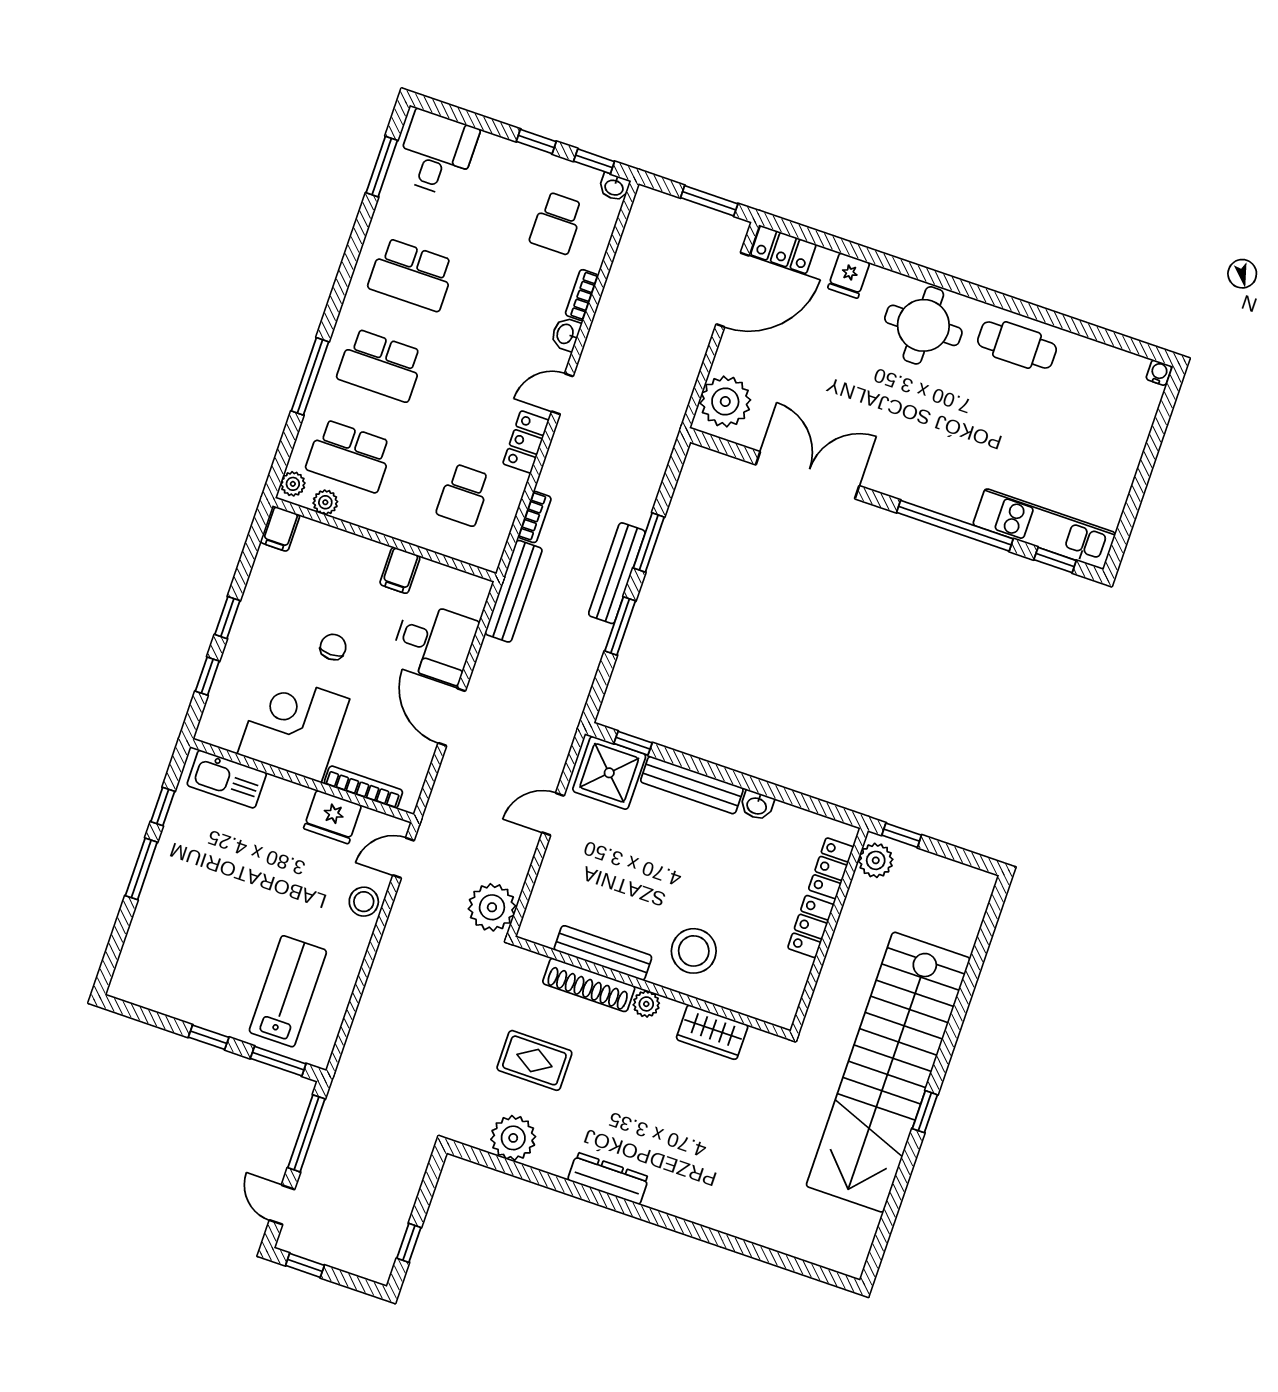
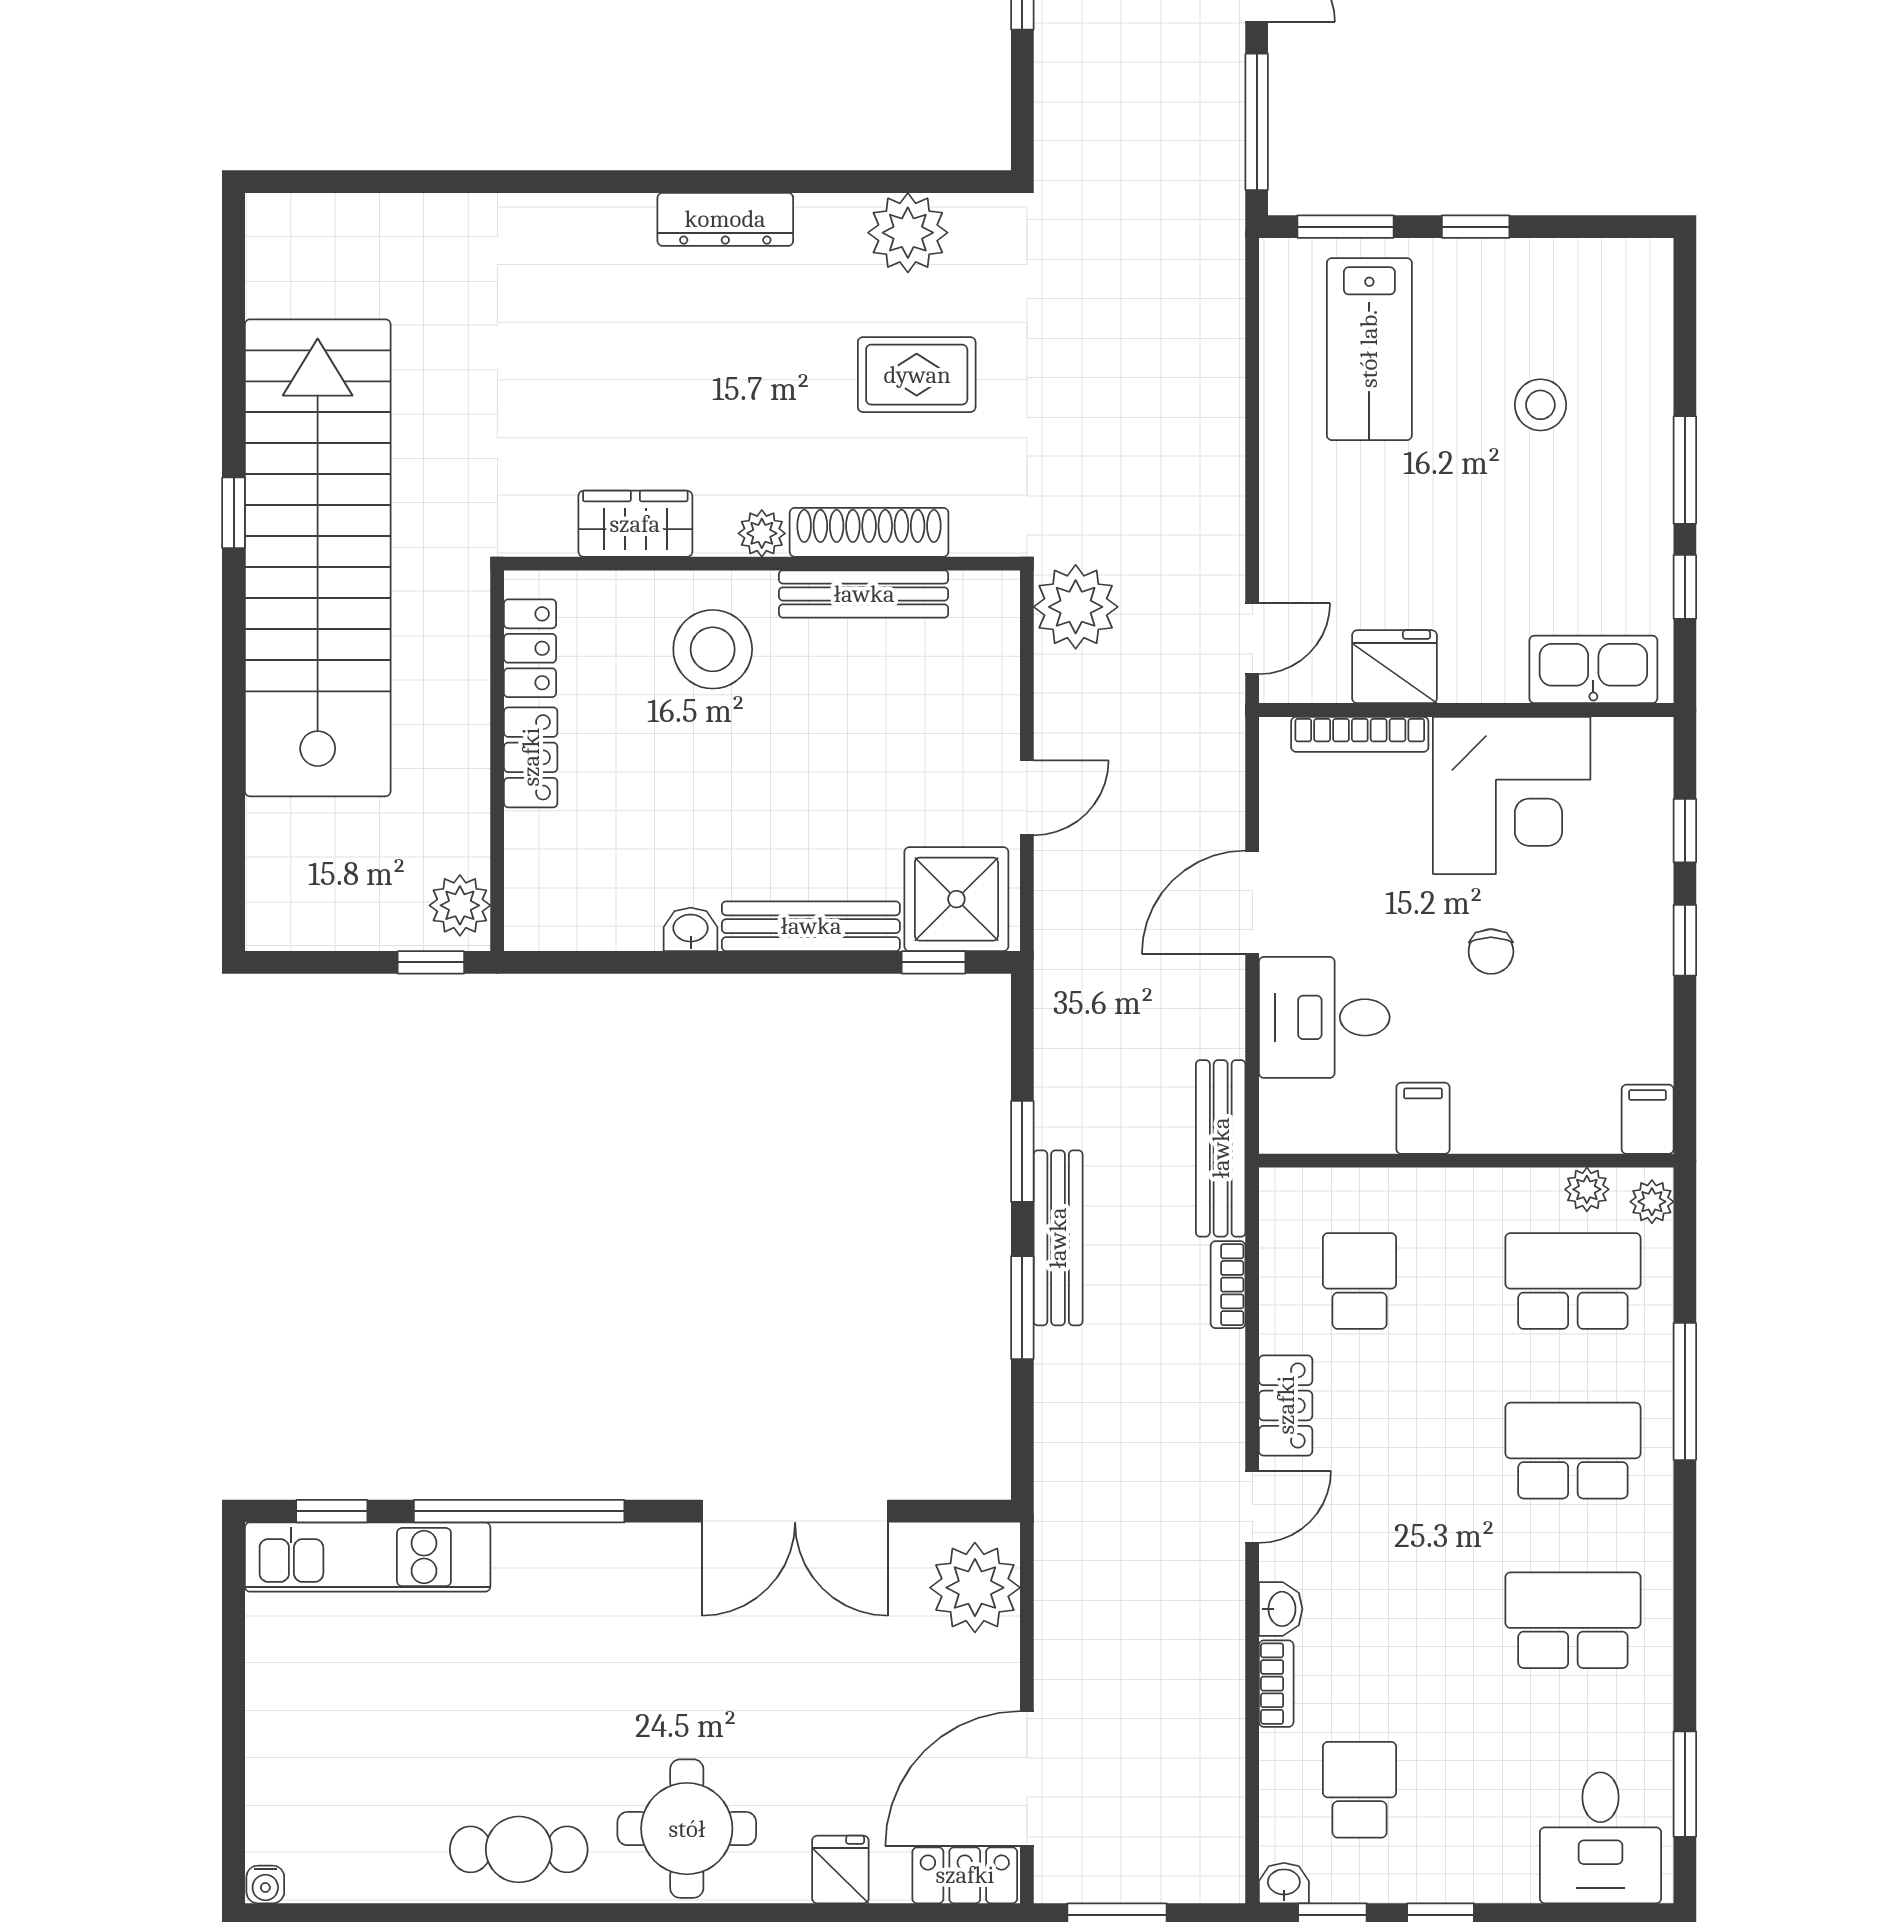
door: (452, 717) -> (1252, 902), swing flipped
locker: (831, 868) -> (530, 648), moved
stool: (364, 902) -> (1540, 405), moved

